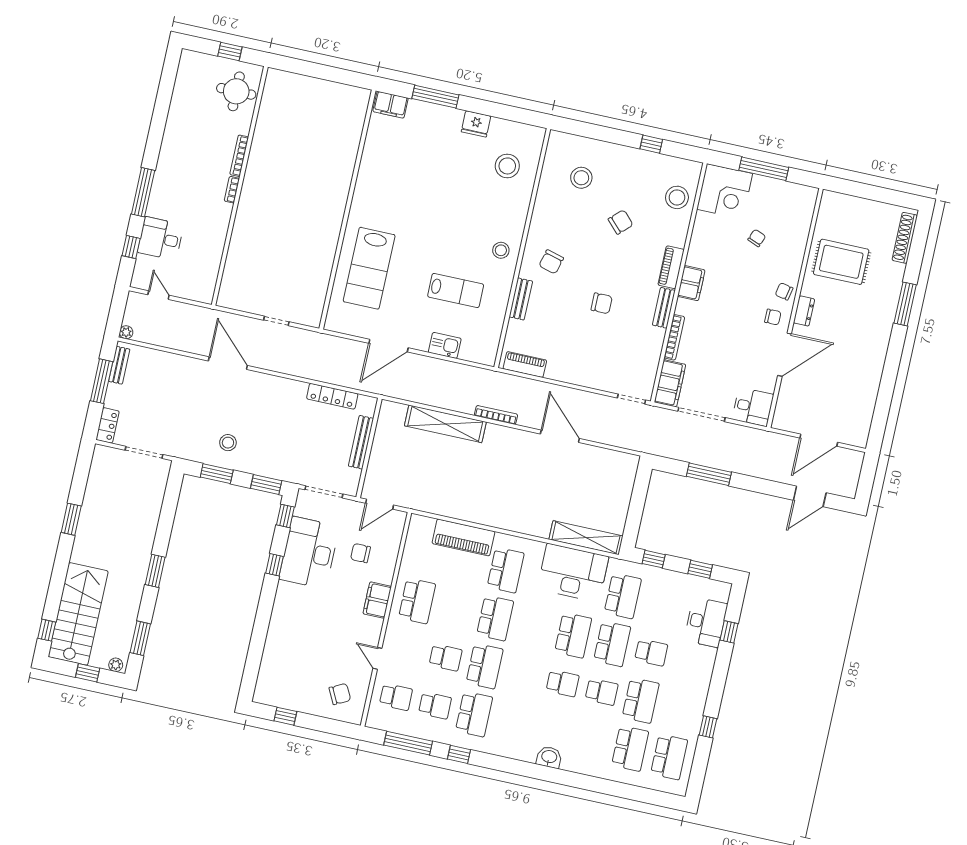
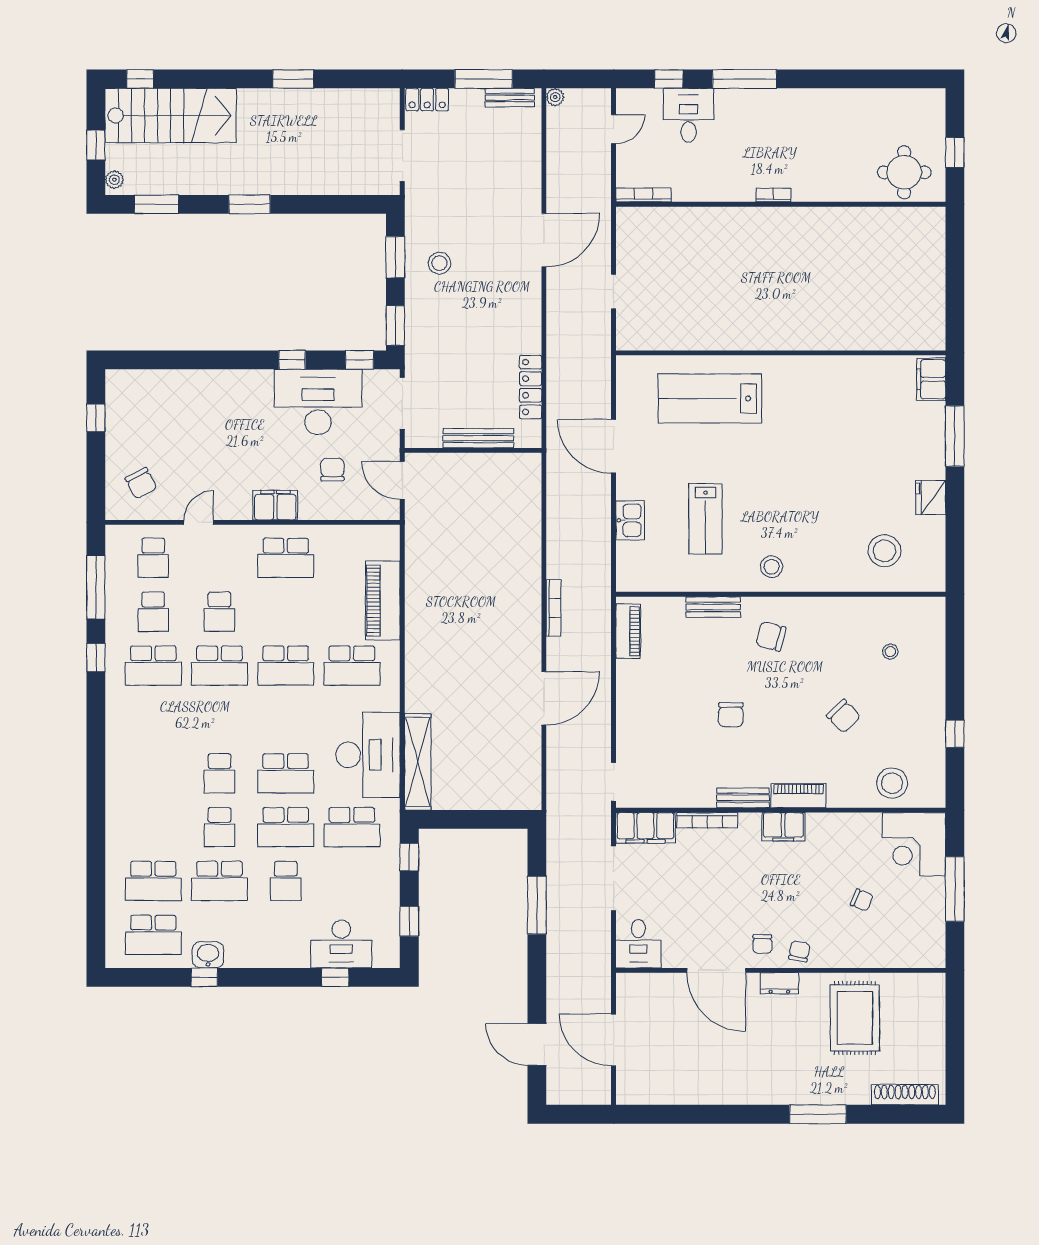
bookcase: (239, 156) -> (643, 195), moved
stool: (581, 178) -> (890, 652), width x0.53, depth x0.53
shelving: (445, 424) -> (527, 544), removed
washbasin: (549, 757) -> (208, 955), moved, turned -90

